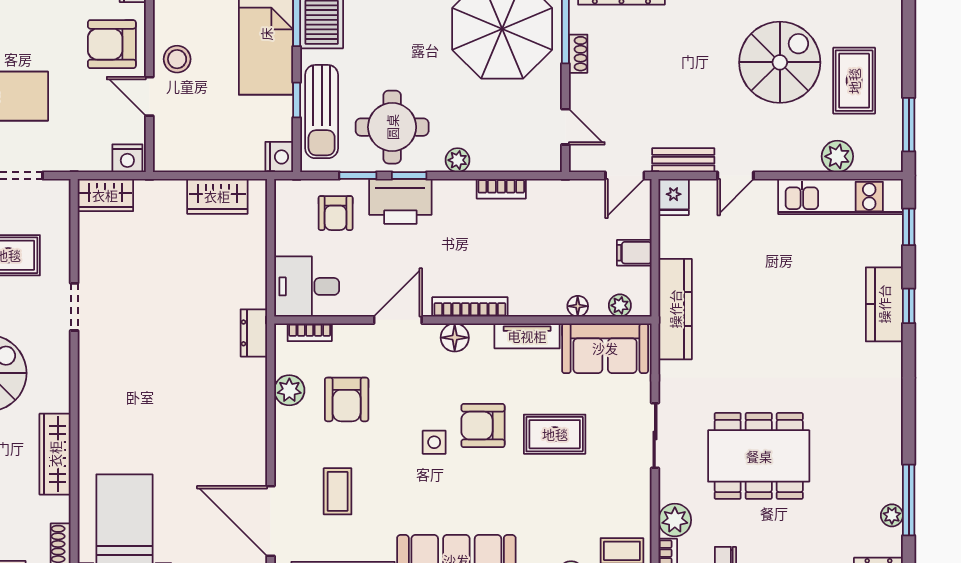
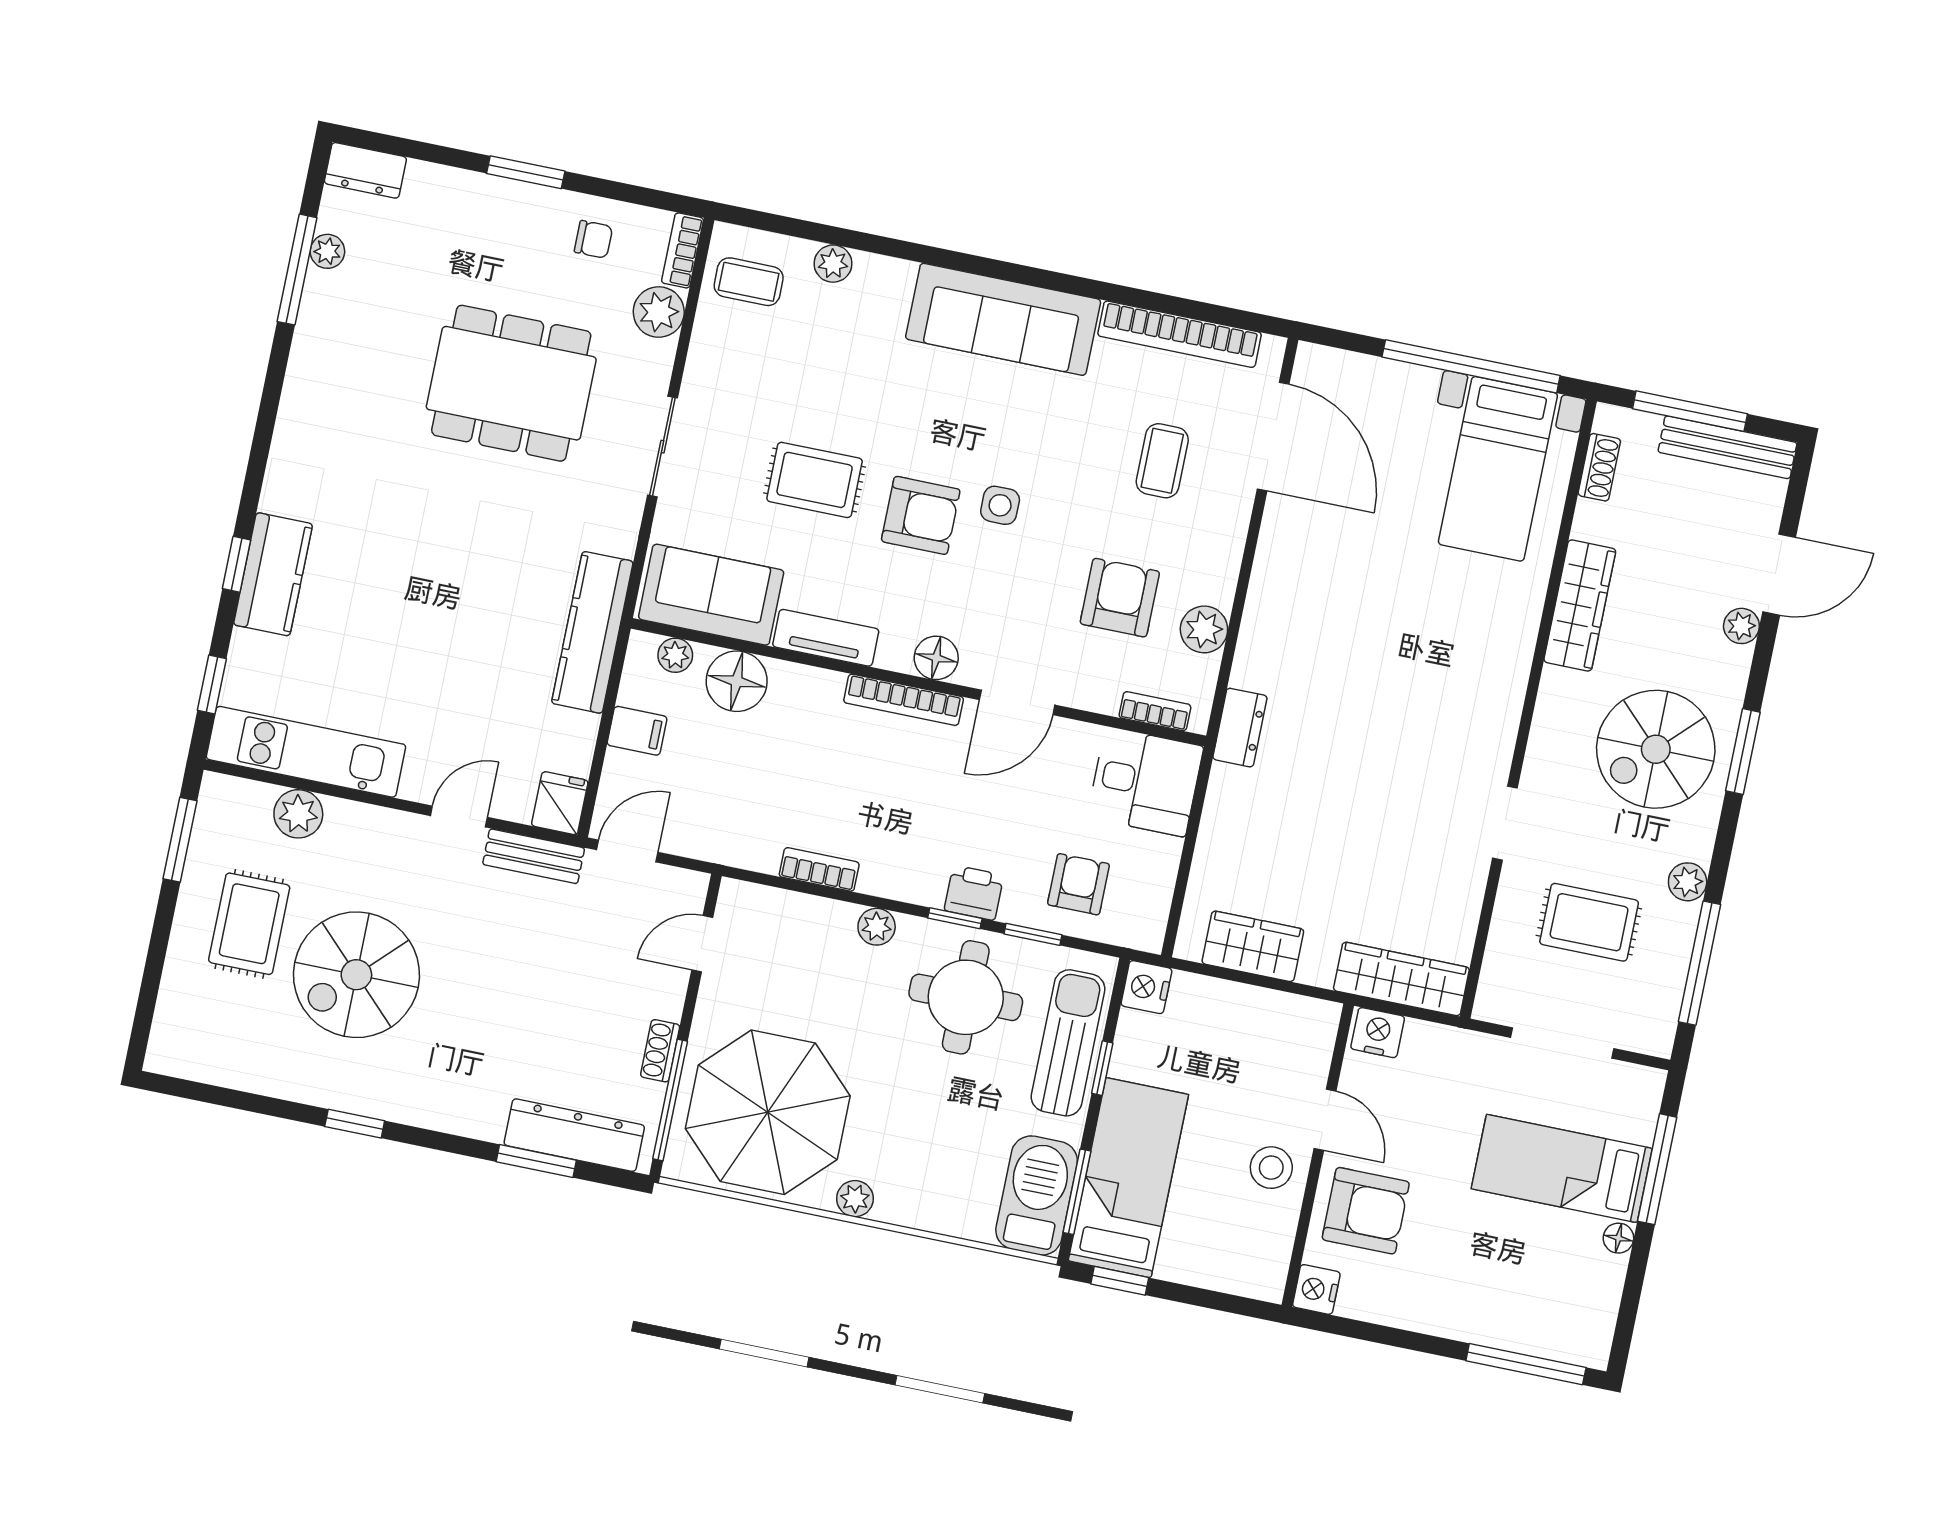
door: (565, 127) -> (702, 944), hinge flipped
wardrobe: (105, 195) -> (1401, 979), width x1.50
printer: (400, 201) -> (974, 893), width x0.53, depth x0.68
floor lamp: (578, 306) -> (737, 681), width x1.89, depth x1.89

